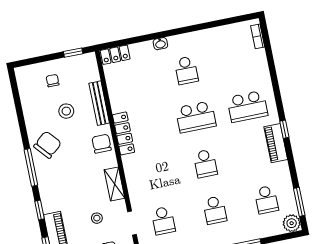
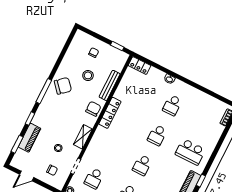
school desk: (196, 117) -> (157, 135), width x0.54

